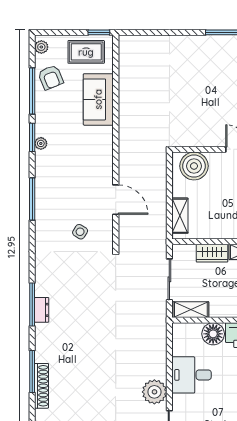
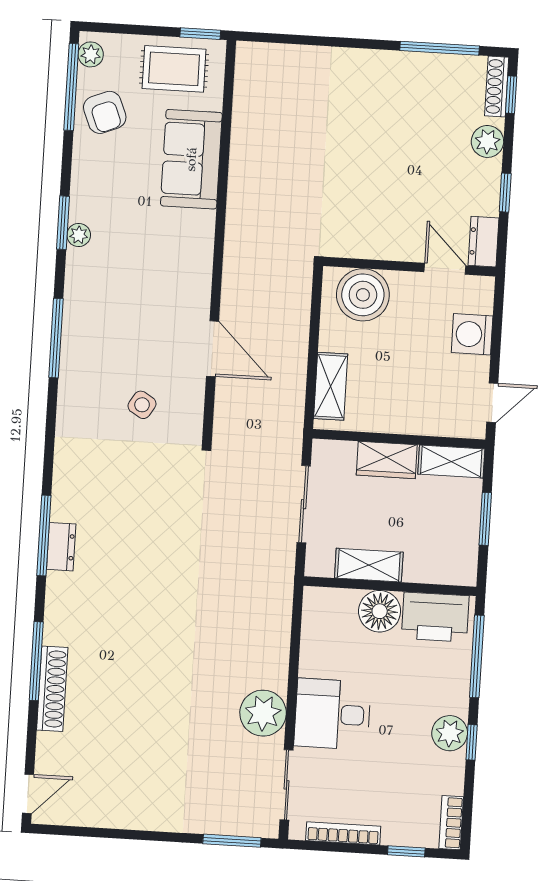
window: (32, 91) -> (71, 87), moved
shelving: (191, 310) -> (369, 565), moved
desk: (191, 375) -> (332, 714), moved

